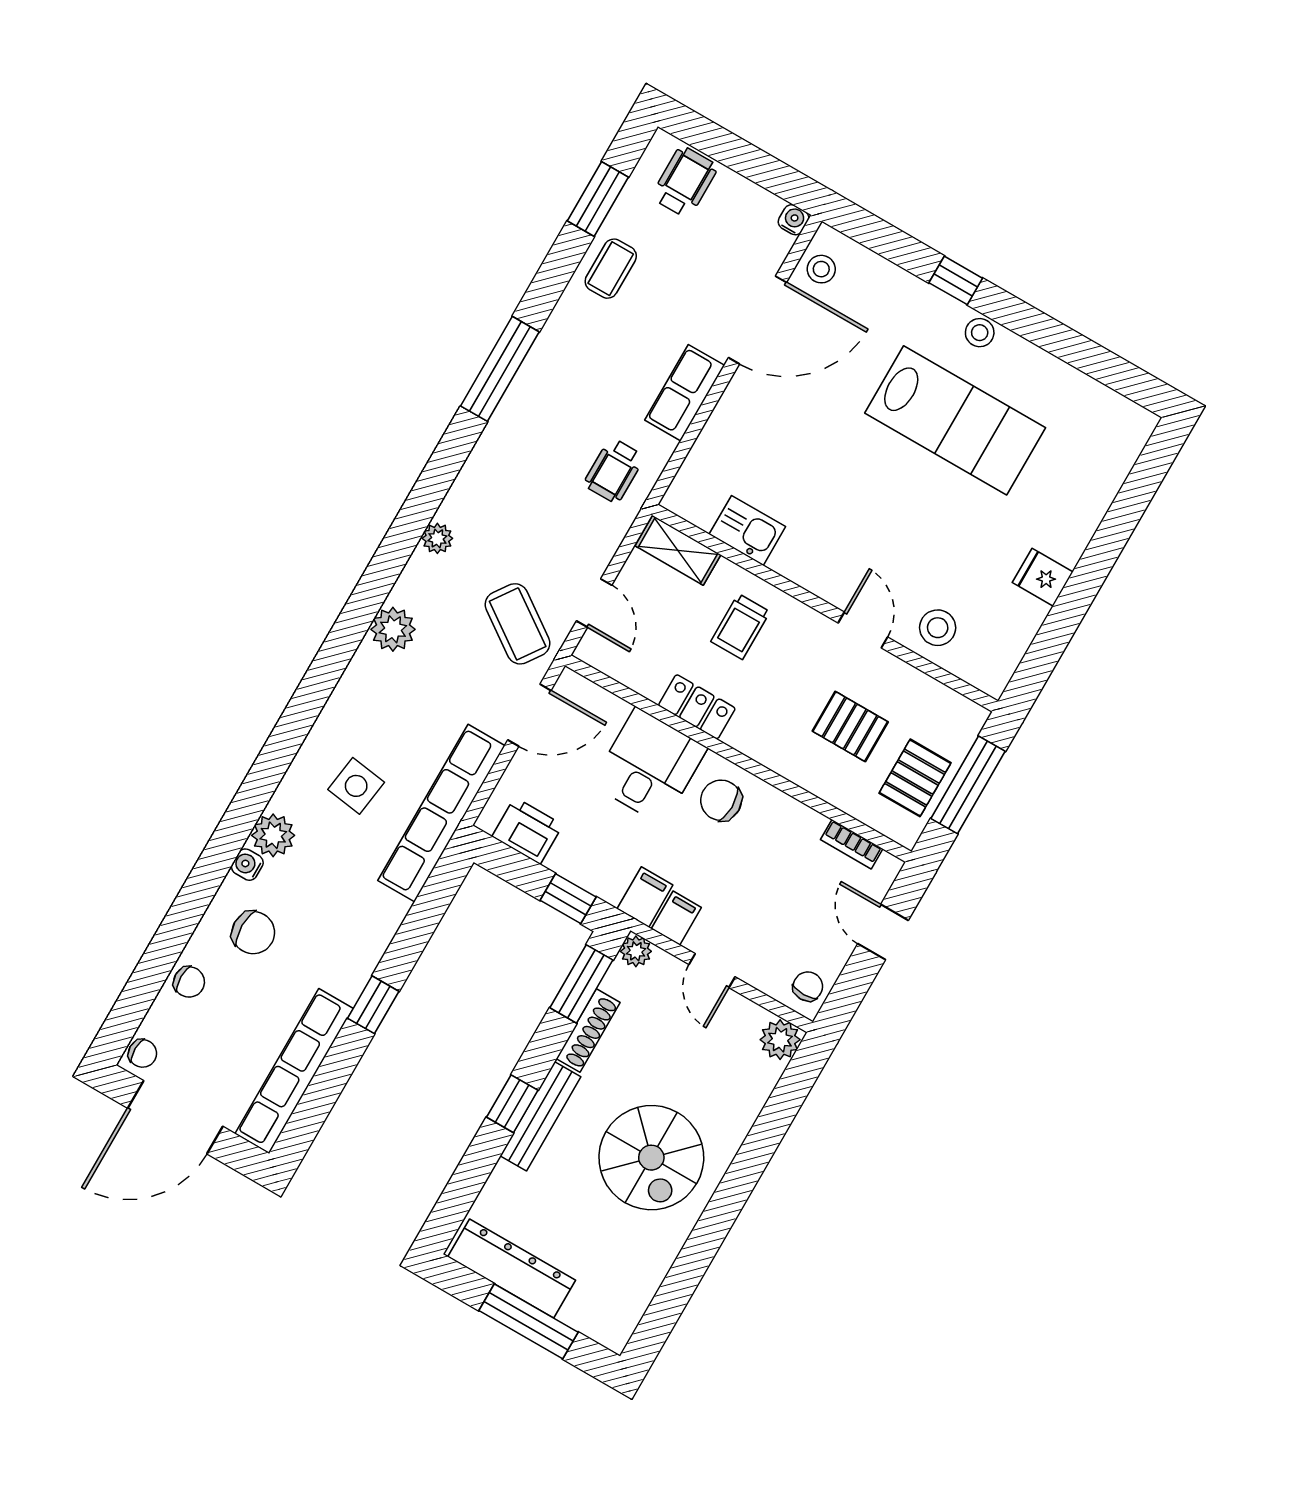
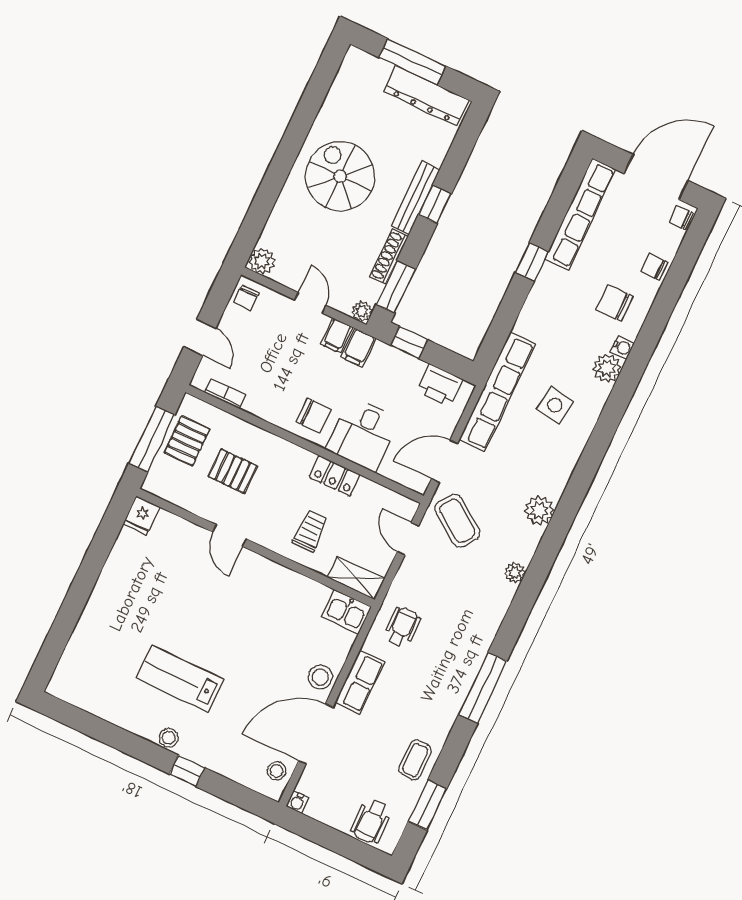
lab bench: (955, 420) -> (180, 679), width x0.73, depth x0.72
kitchen sink: (747, 530) -> (347, 612), moved
fridge: (1043, 577) -> (142, 515), moved, turned 90
stool: (938, 628) -> (320, 677), moved

